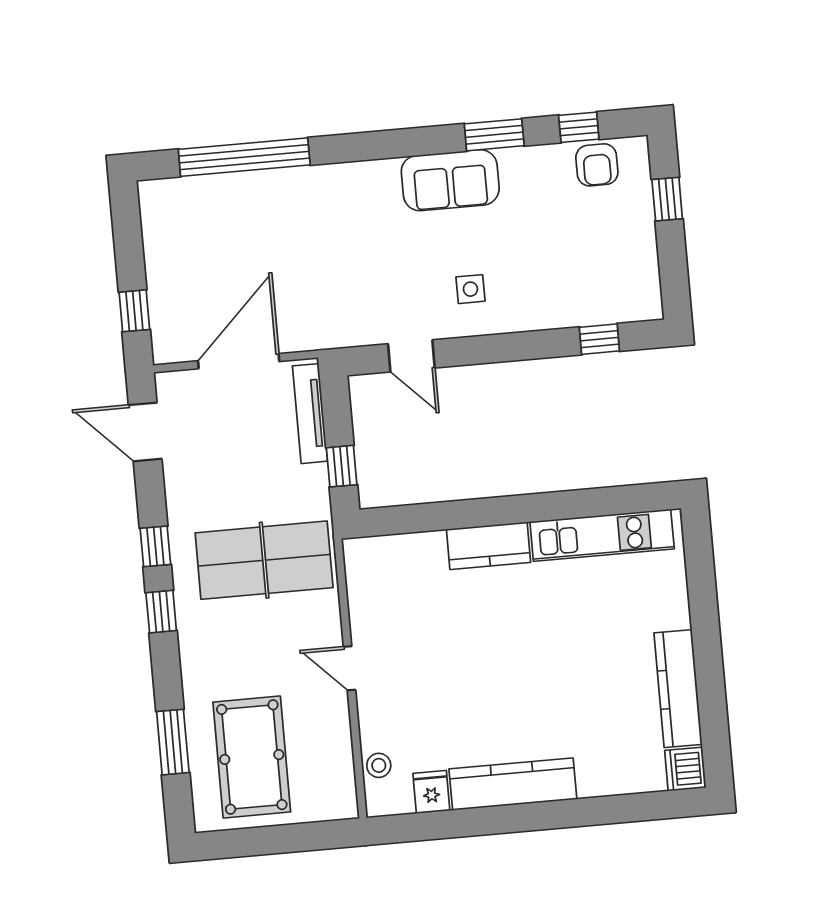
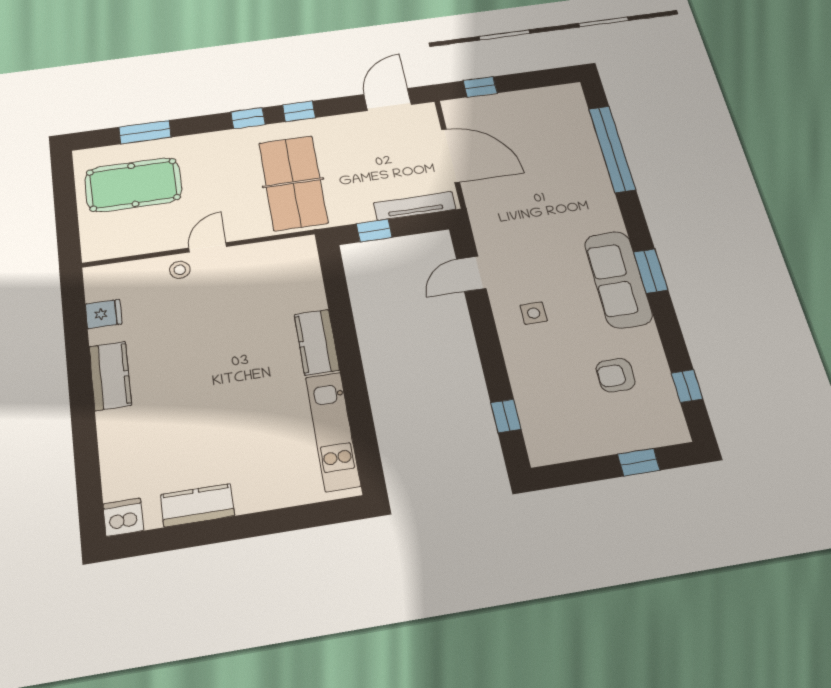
window: (494, 135) -> (651, 271), moved
armchair: (597, 165) -> (616, 375), moved
sofa: (450, 180) -> (618, 279), width x1.36
kitchen counter: (678, 689) -> (197, 505), width x0.67
stool: (379, 765) -> (180, 270), moved
kitchen counter: (513, 784) -> (110, 376), width x0.67

